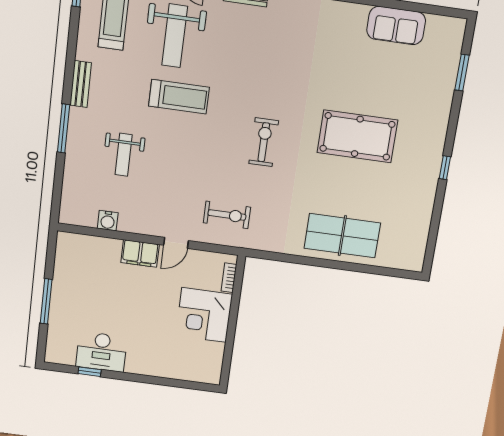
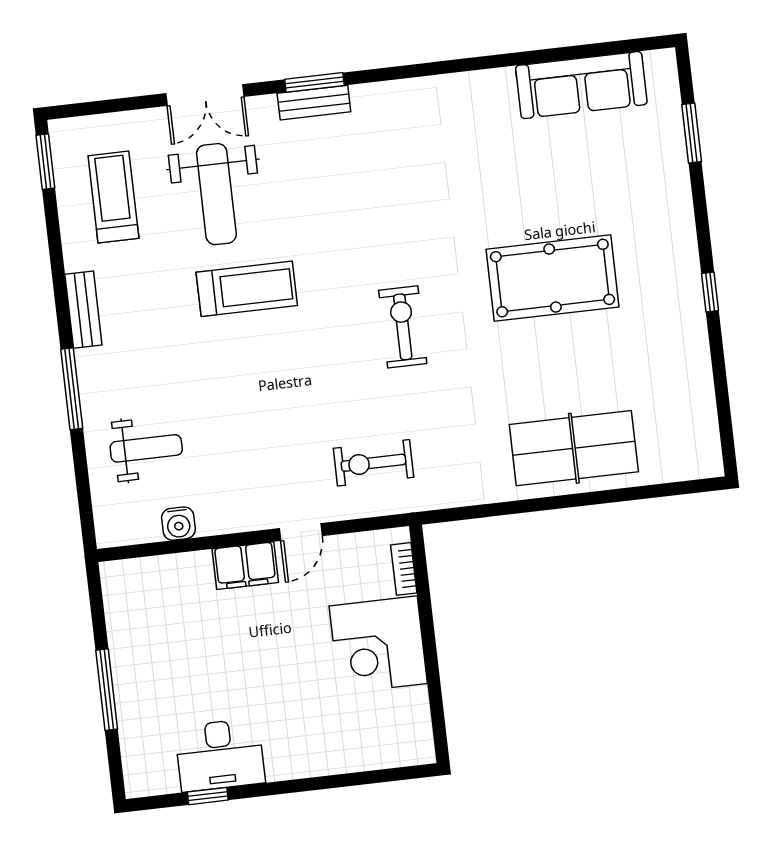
sofa: (396, 25) -> (581, 85), width x1.36
weight bench: (124, 155) -> (146, 448), moved, turned -90
exercise bike: (227, 215) -> (373, 463), turned 180

